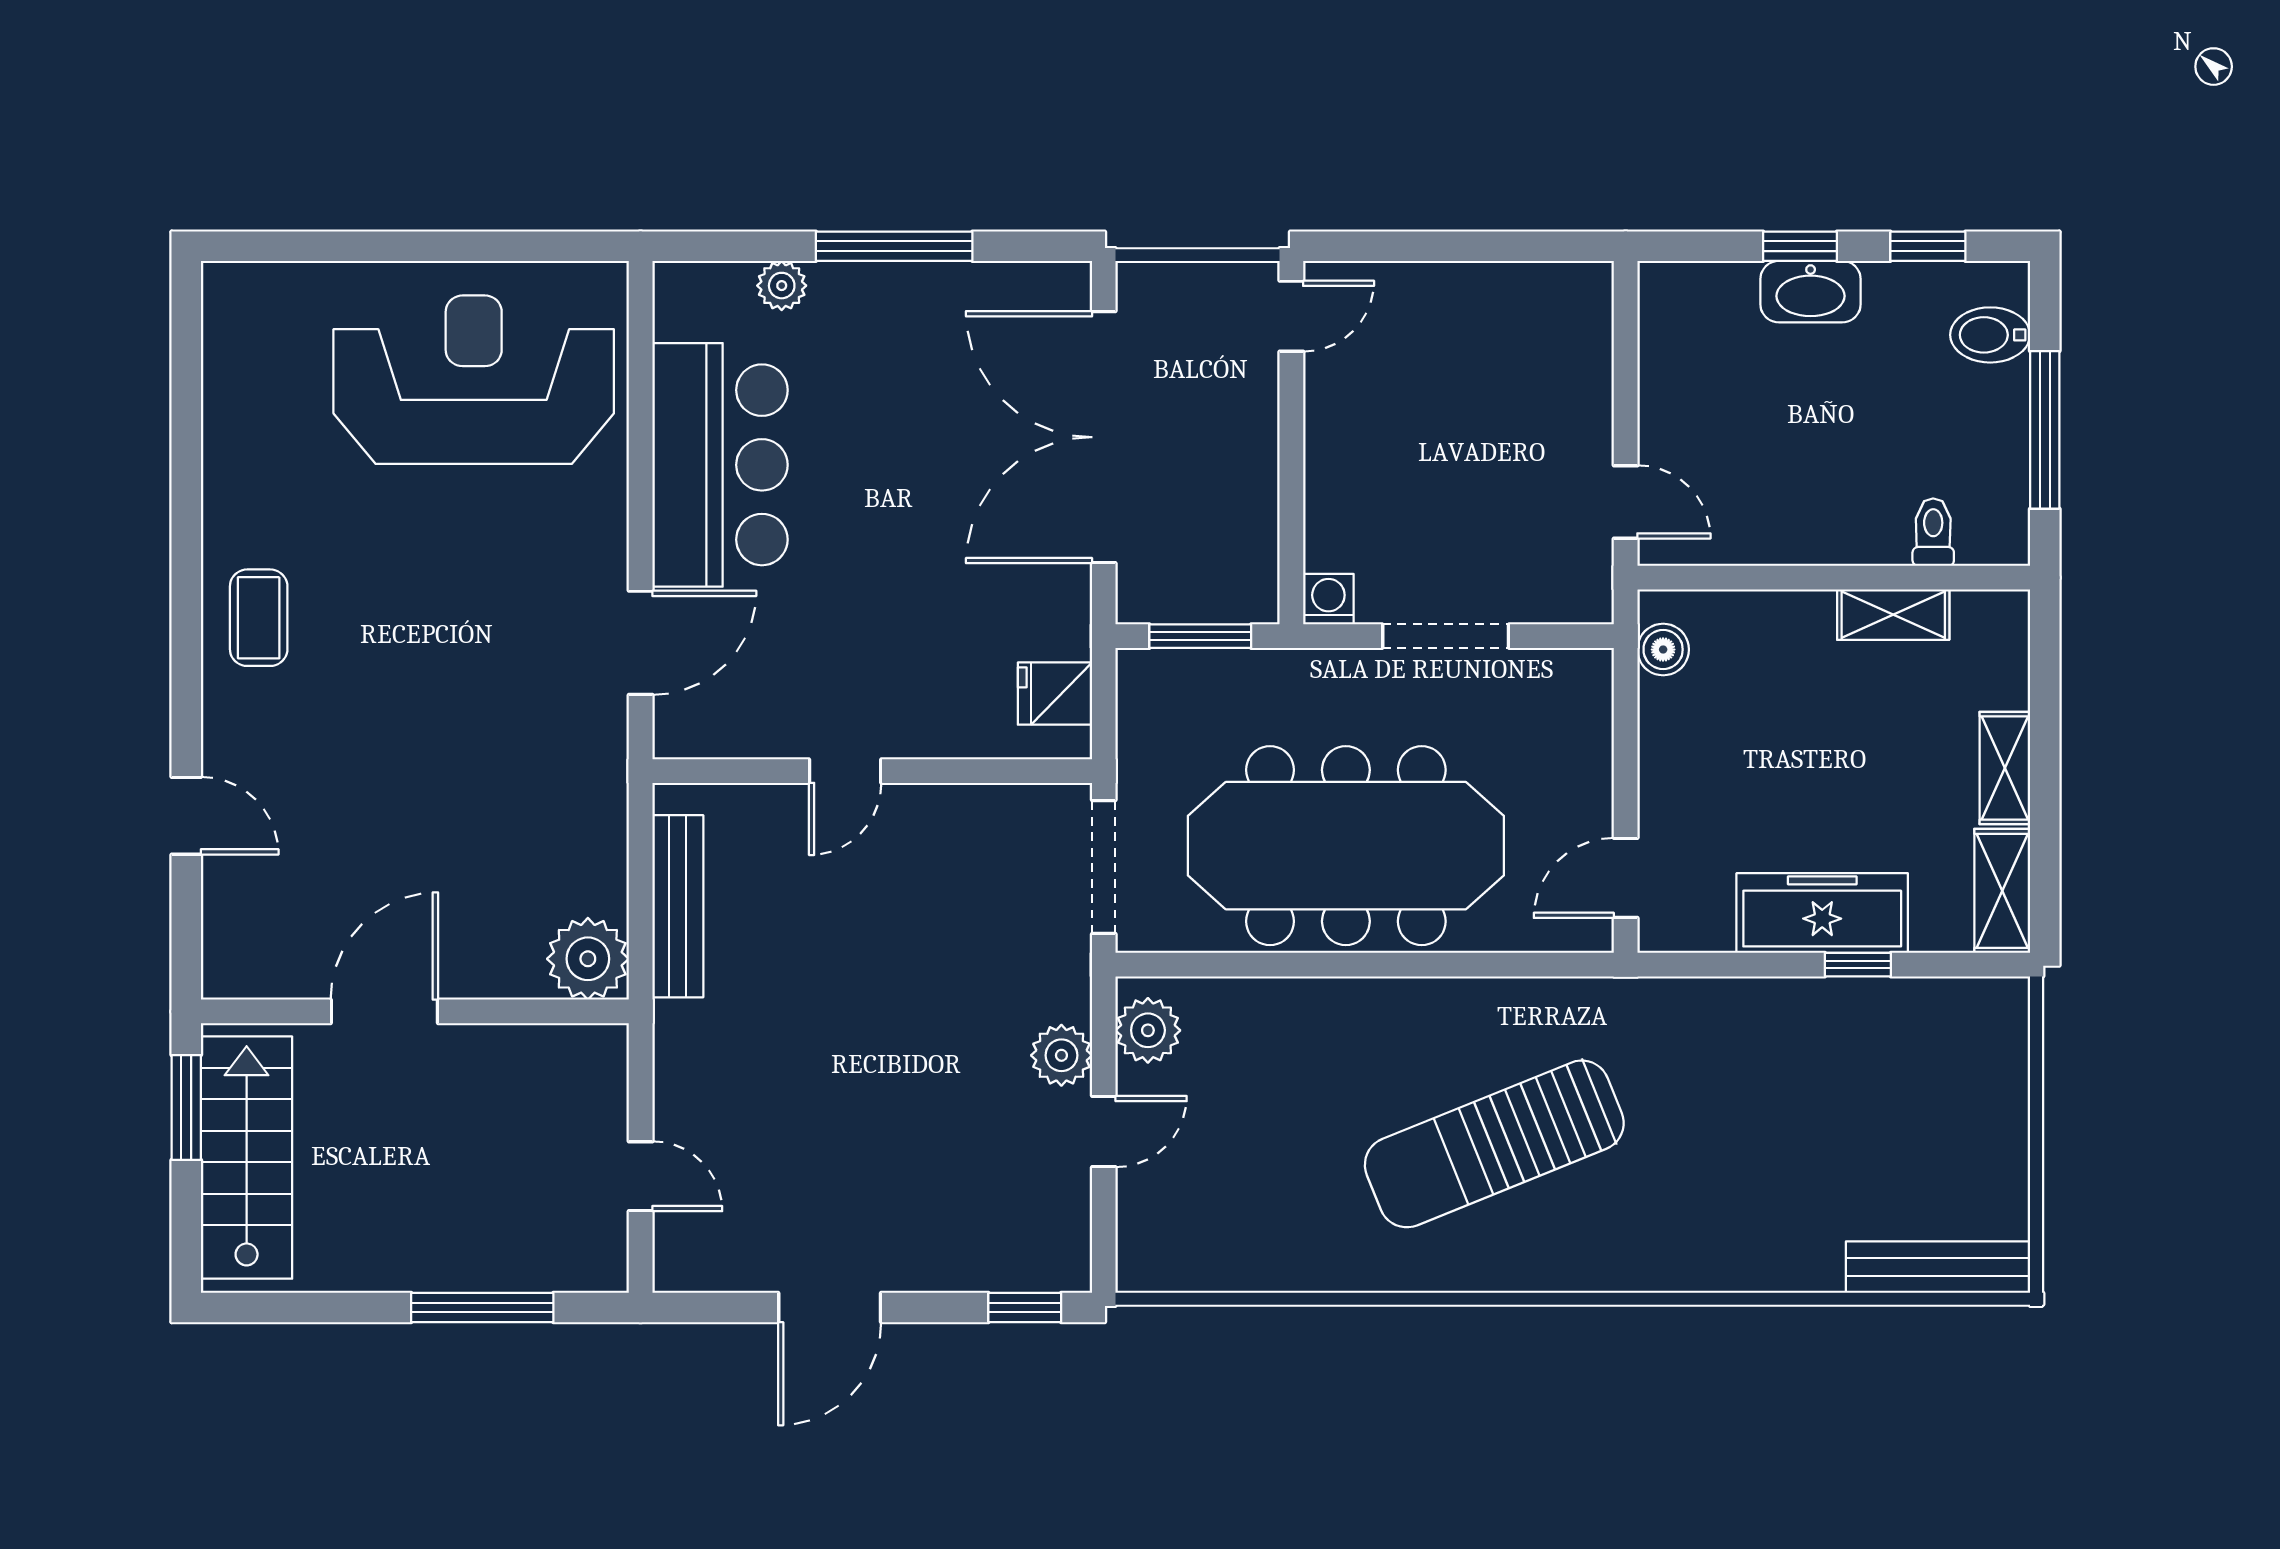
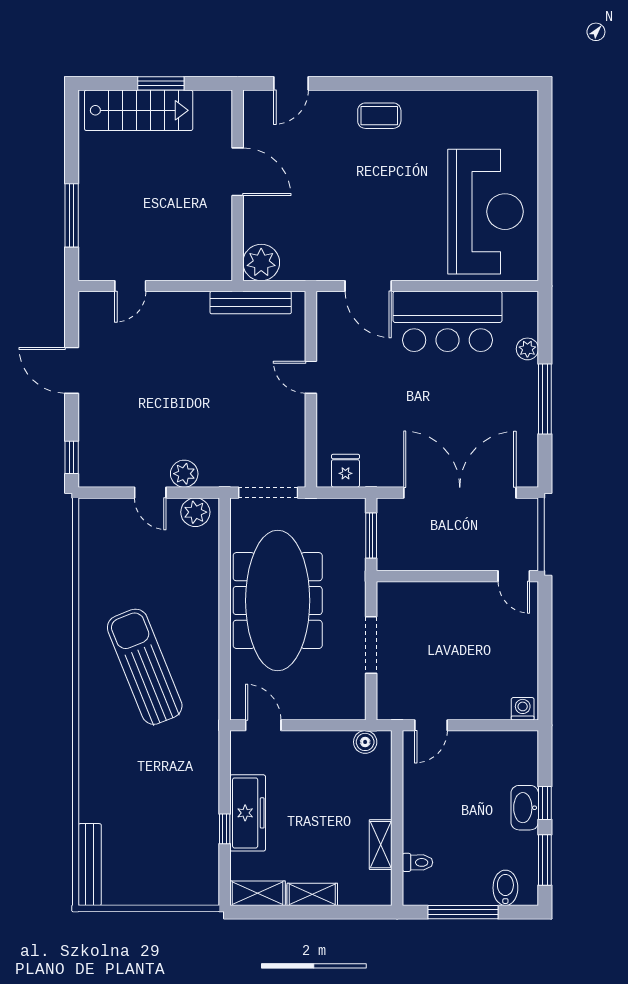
window: (1928, 246) -> (545, 860), width x1.50
washing machine: (1328, 599) -> (523, 709), moved, turned -90
plant: (588, 959) -> (261, 262), moved
door: (384, 1011) -> (238, 172), moved
wall: (415, 1011) -> (238, 185), moved

